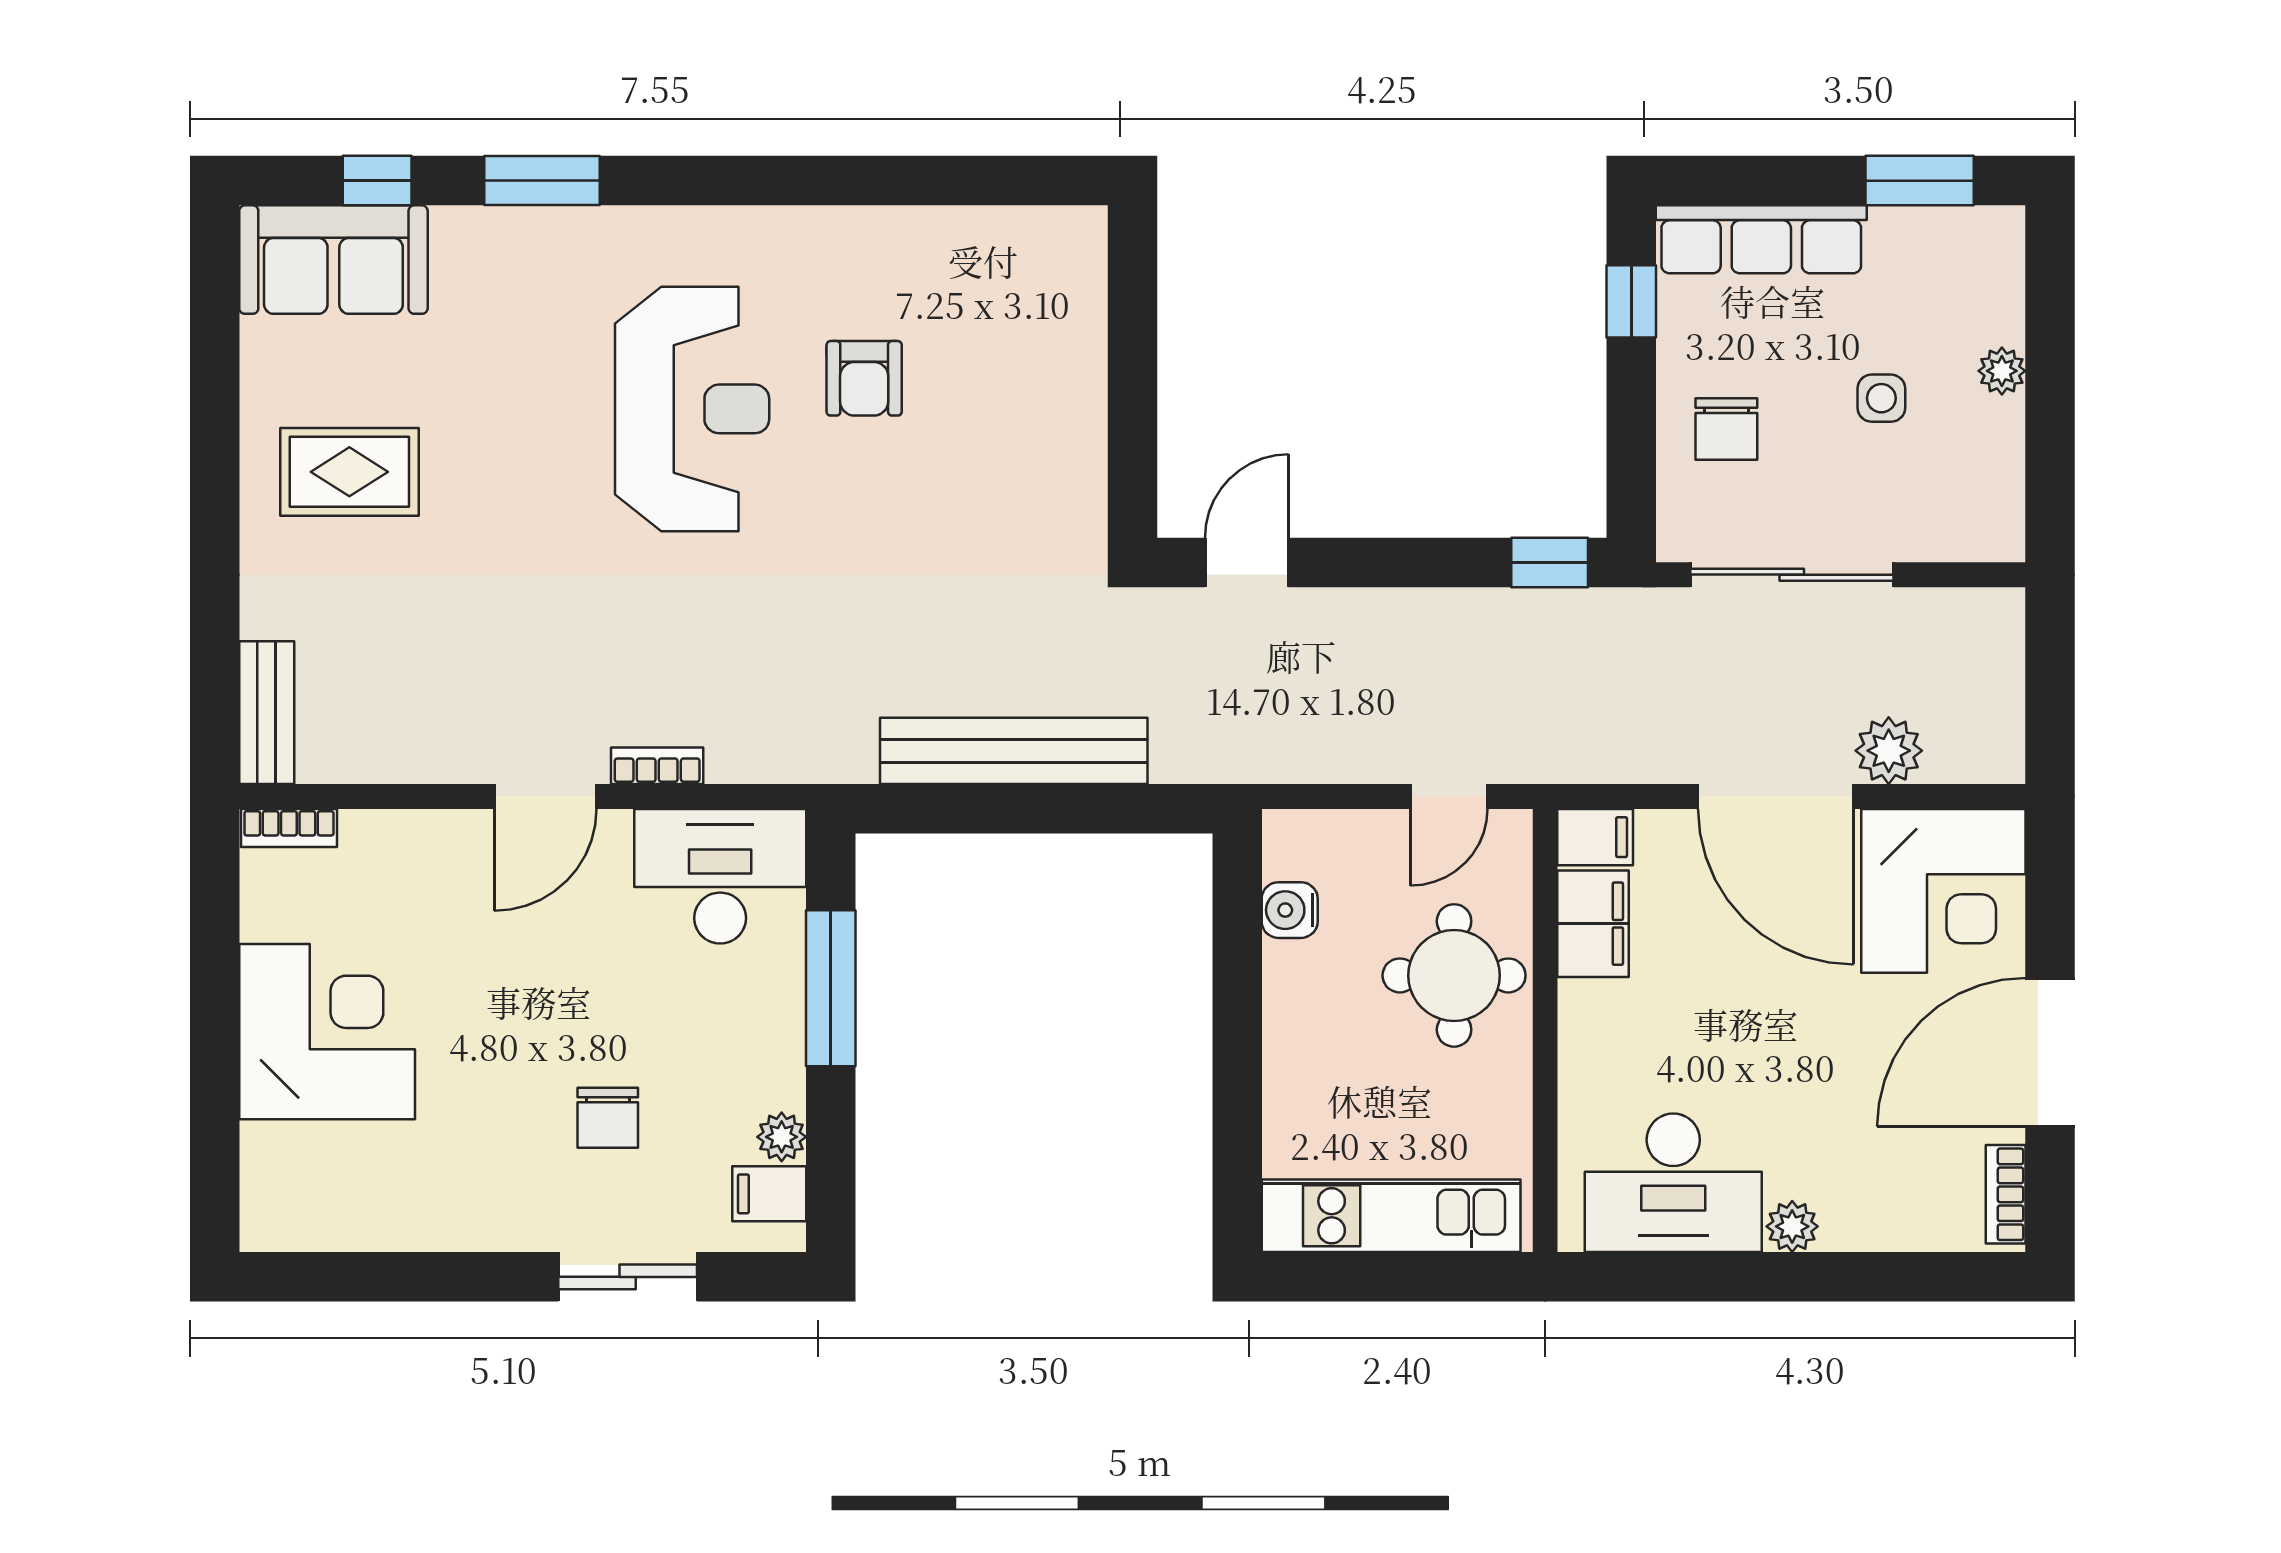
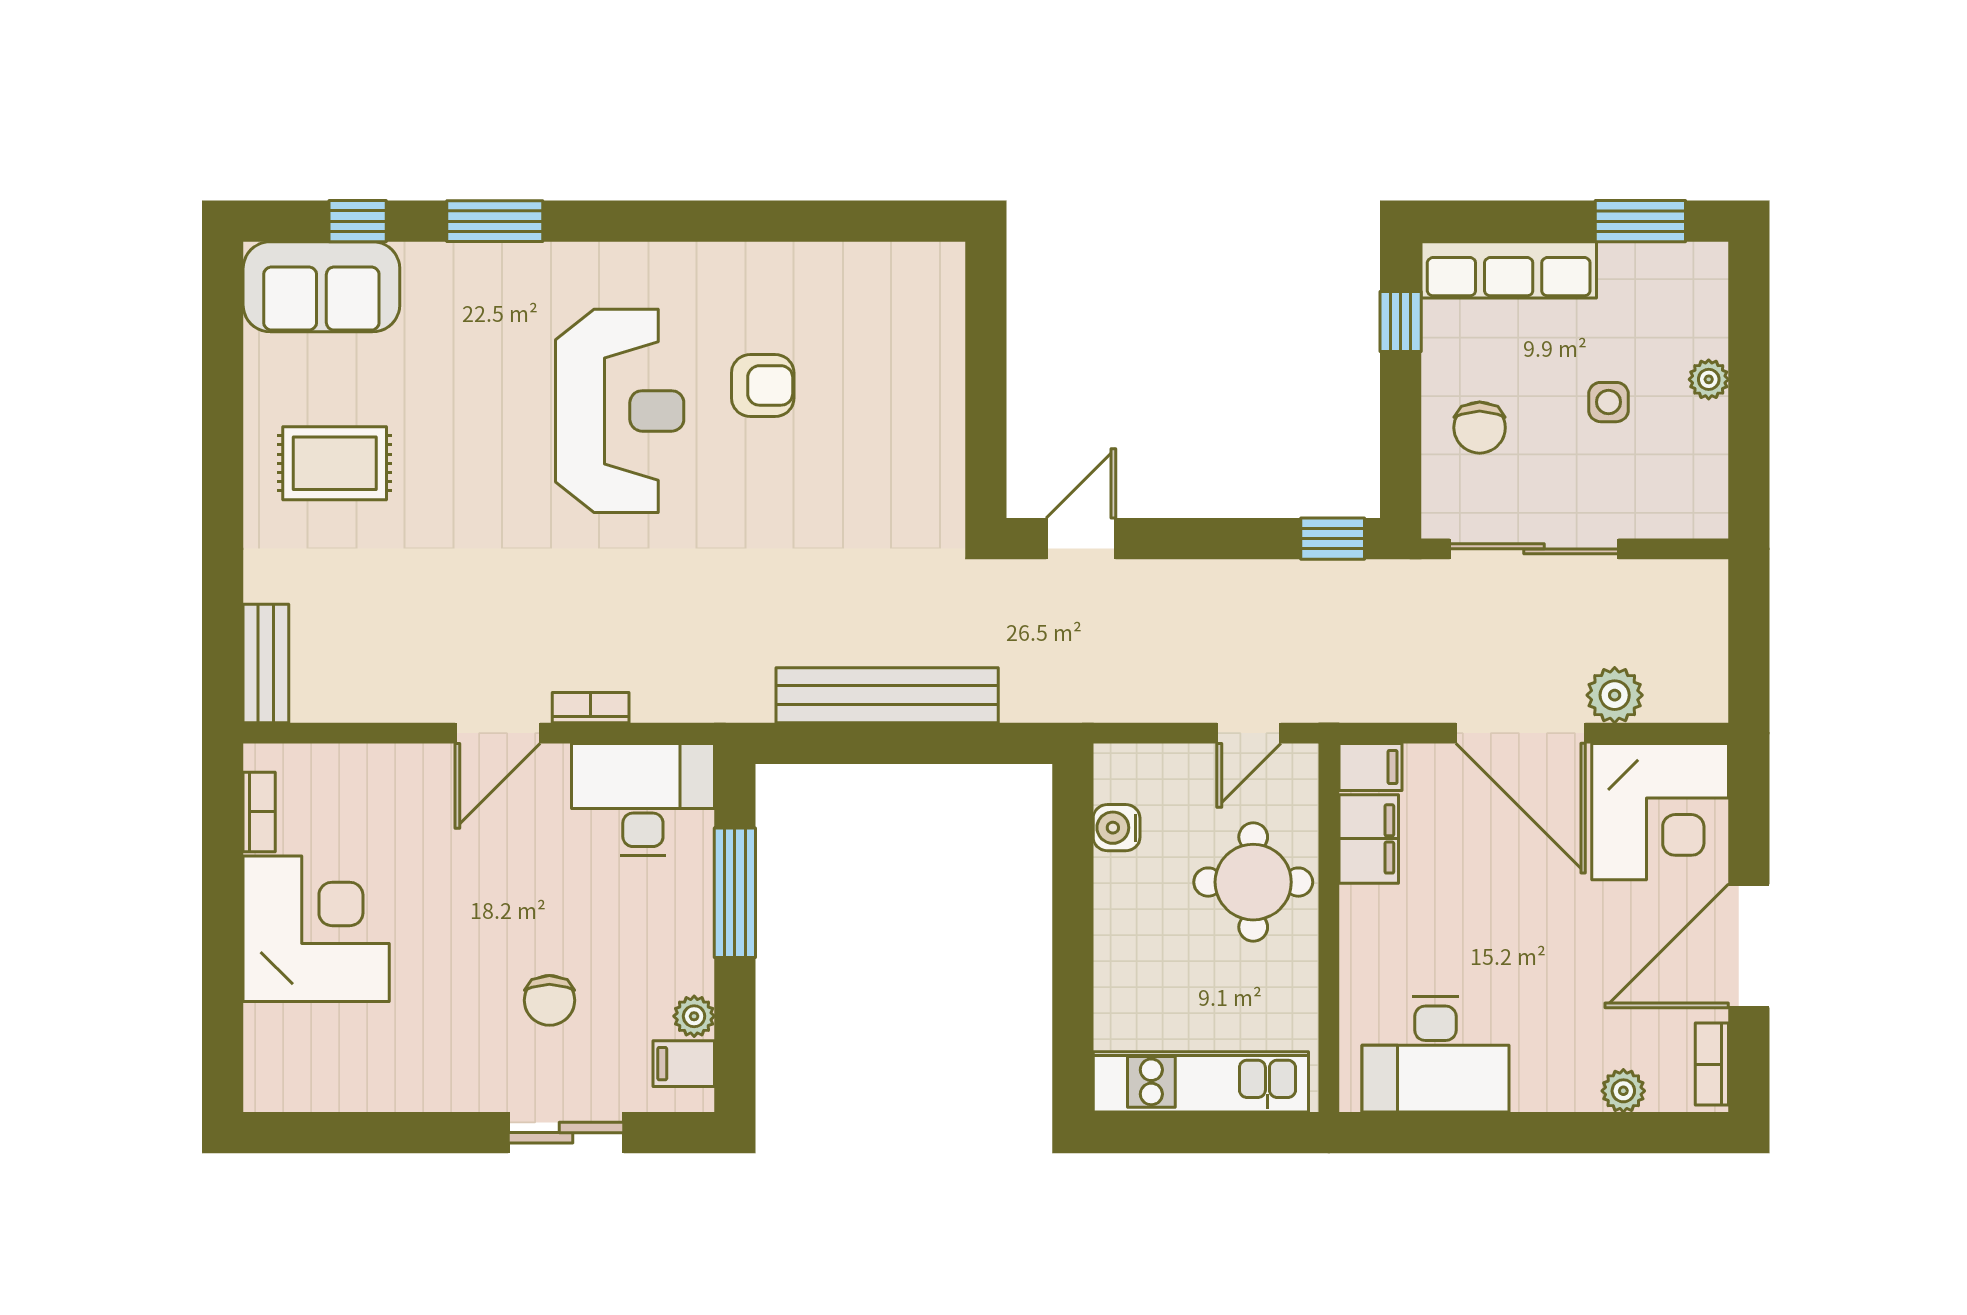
armchair: (864, 378) -> (763, 385), turned -90
bookcase: (289, 828) -> (259, 812), moved, turned -90
plant: (1792, 1226) -> (1623, 1091), moved

